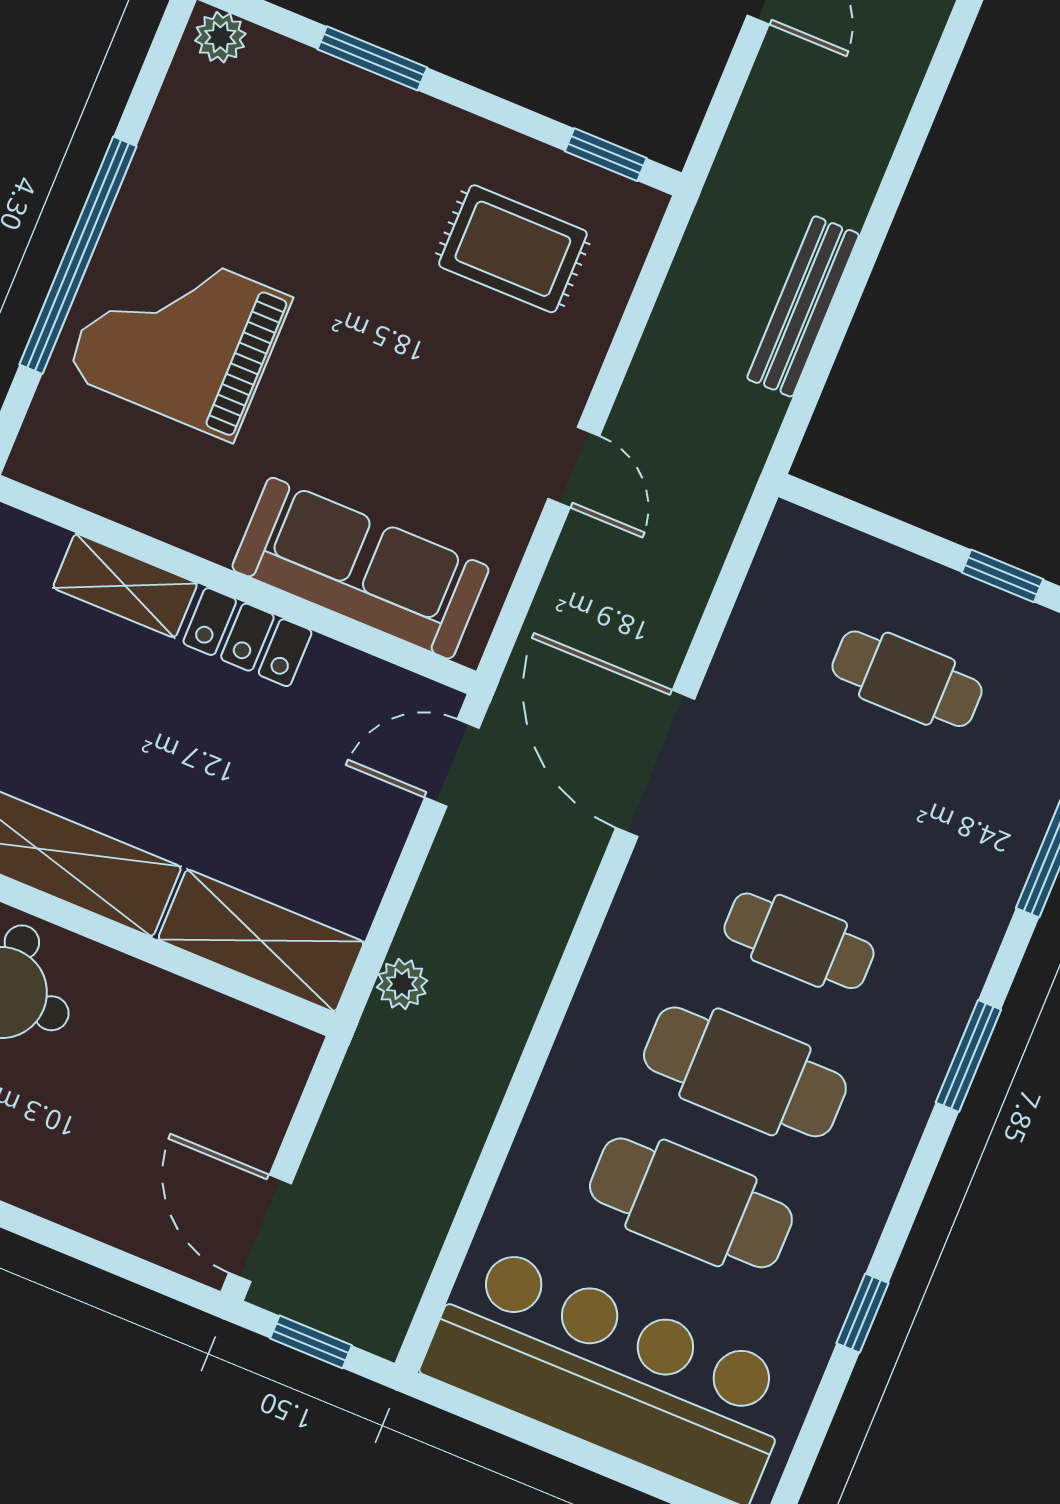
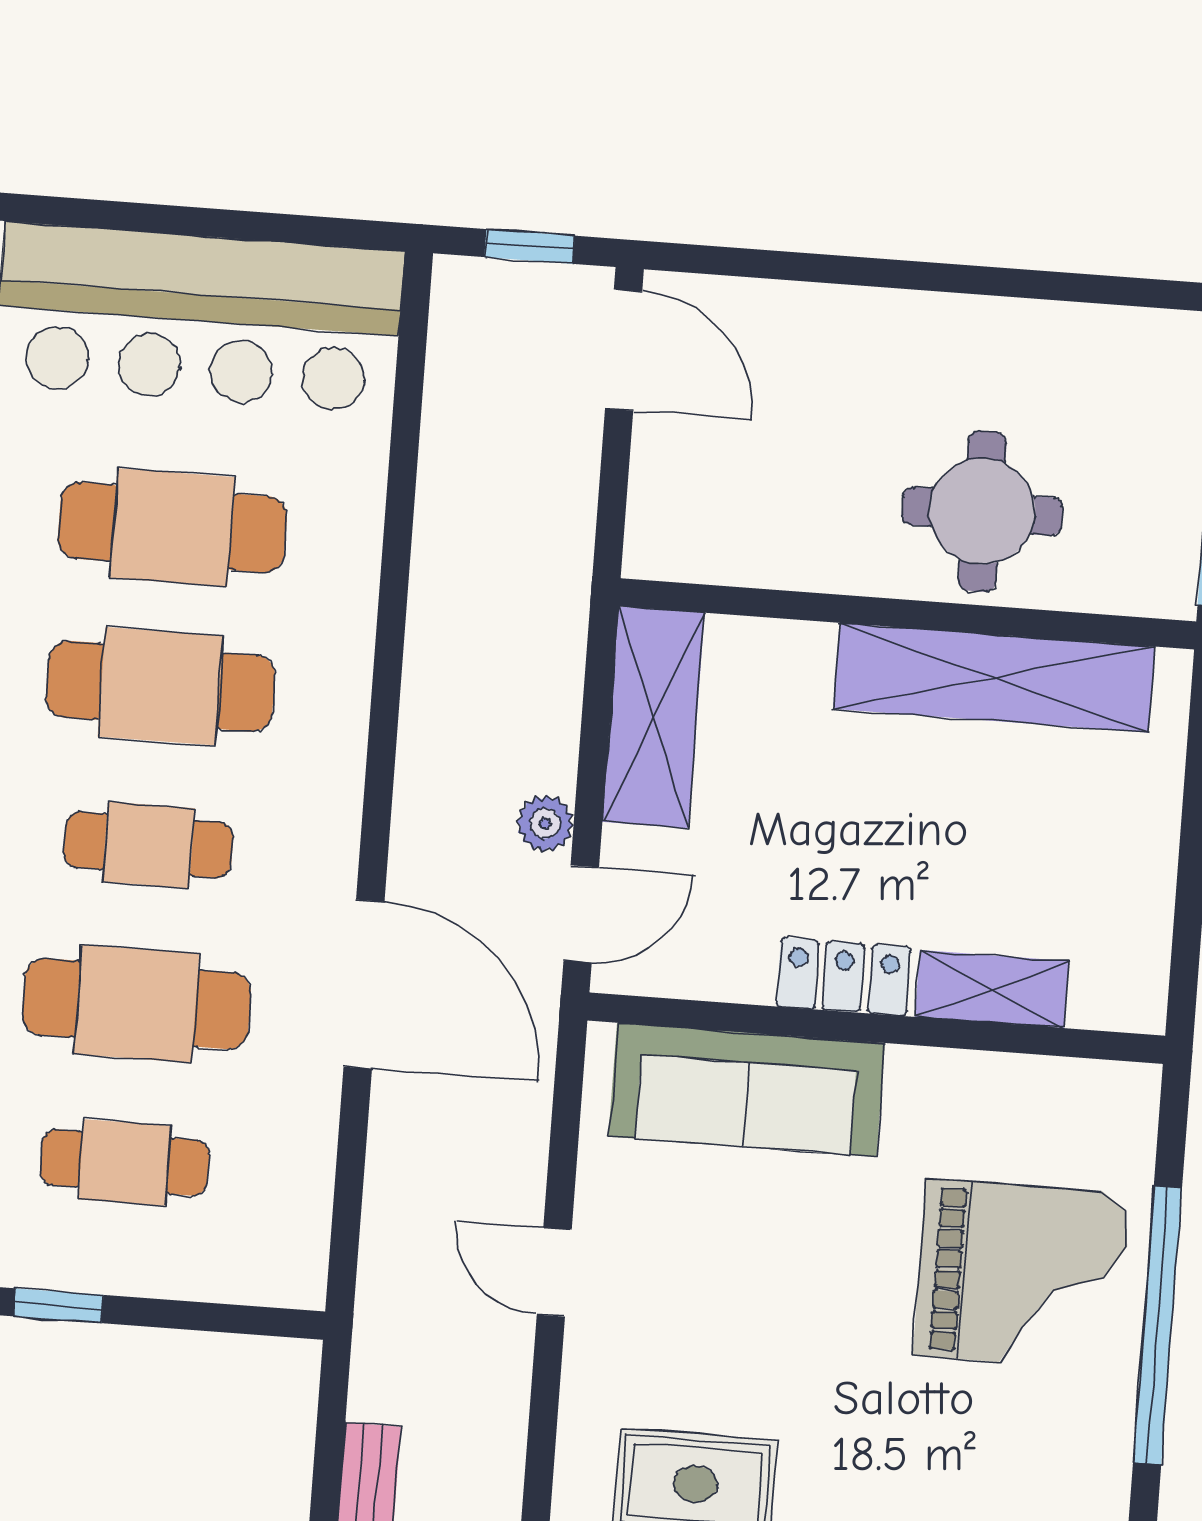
cafe table: (853, 810) -> (137, 1004), added
shelving: (261, 941) -> (653, 717), moved, turned 90
plant: (402, 984) -> (545, 823), moved

